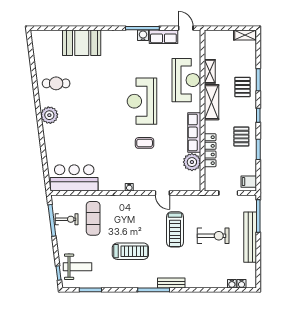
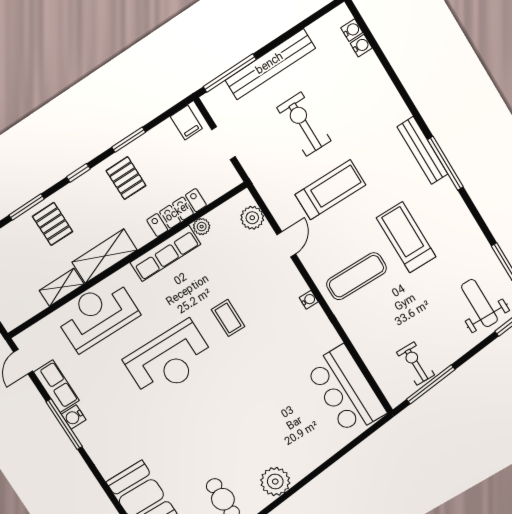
pallet: (242, 87) -> (52, 224), turned 90
pallet: (241, 136) -> (126, 178), turned 90
plant: (192, 162) -> (202, 227), width x0.53, depth x0.53
plant: (185, 185) -> (252, 218), added
exercise mat: (93, 218) -> (356, 276), moved
bench: (171, 283) -> (422, 150), width x1.36

